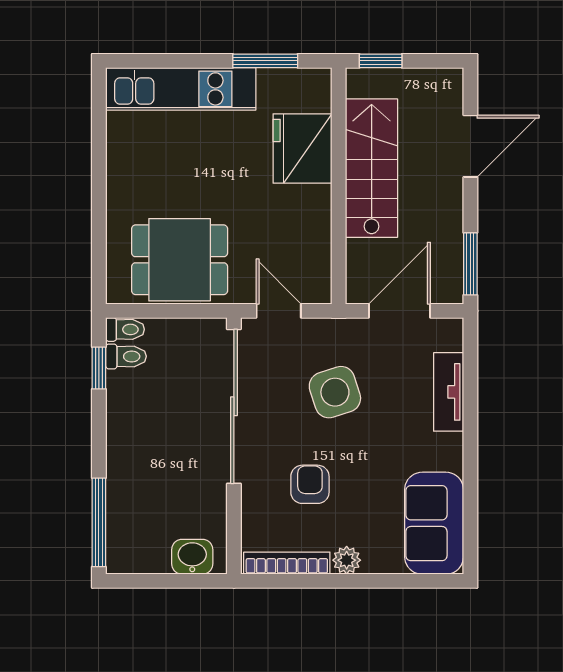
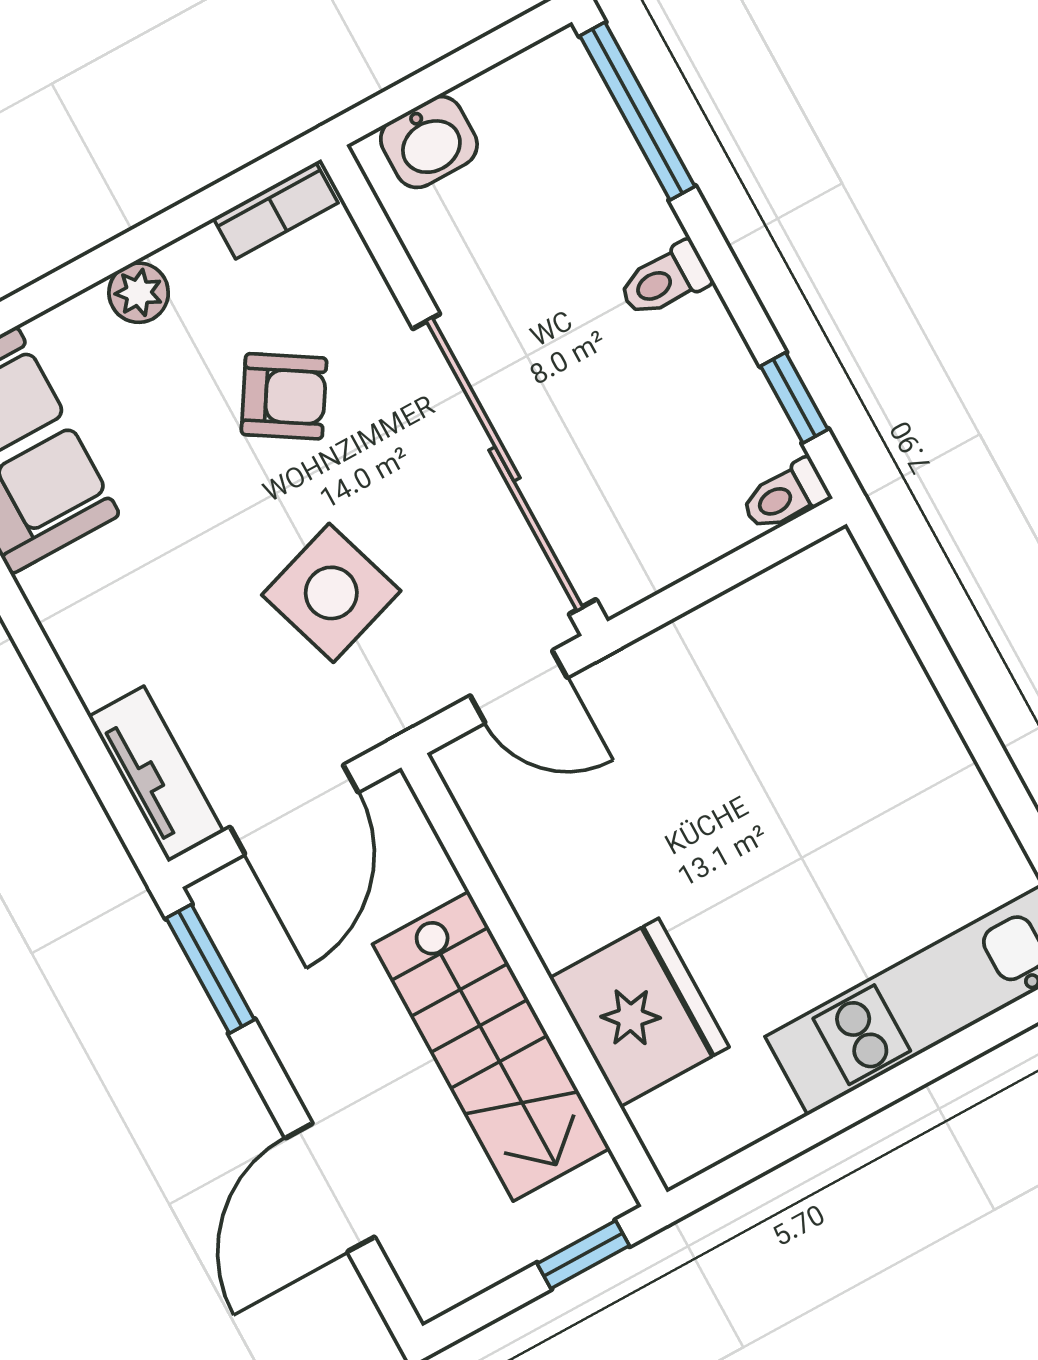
window: (265, 61) -> (797, 1137), removed
dining table: (180, 260) -> (754, 681), removed
toilet: (126, 356) -> (665, 280), moved
tv unit: (449, 392) -> (156, 774), moved
armchair: (310, 484) -> (284, 396), turned -58
bookcase: (287, 563) -> (276, 211), width x0.64

